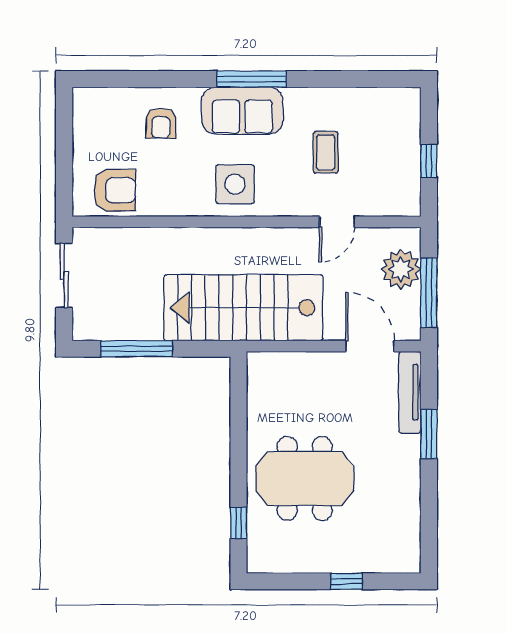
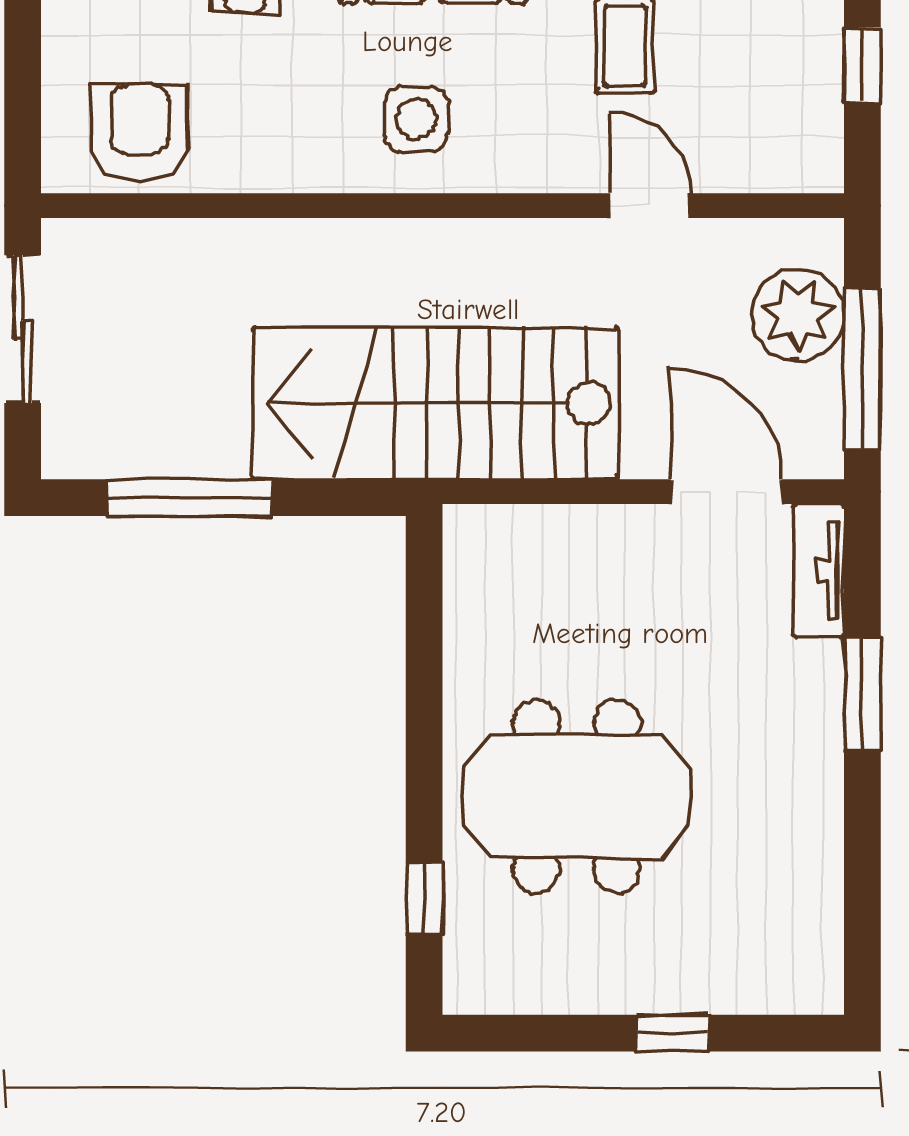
side table: (235, 184) -> (416, 119), width x0.73, depth x0.73
armchair: (115, 190) -> (139, 133), turned -90
door: (337, 222) -> (651, 206), swing flipped
tv unit: (410, 392) -> (819, 570), width x0.71

